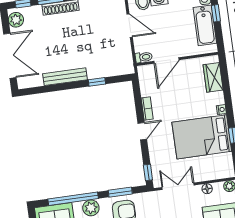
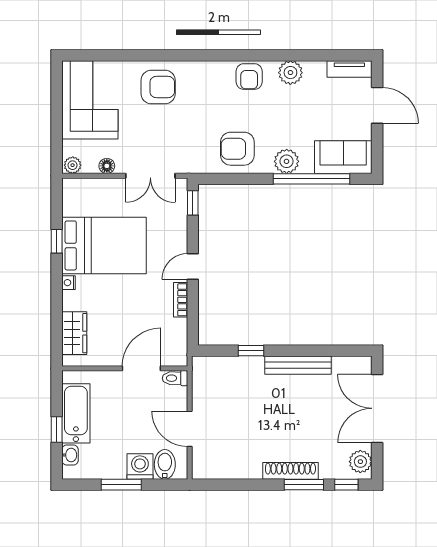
window: (120, 192) -> (239, 179), removed

